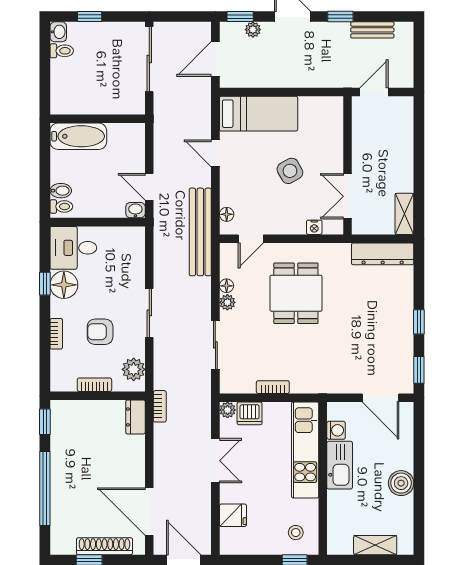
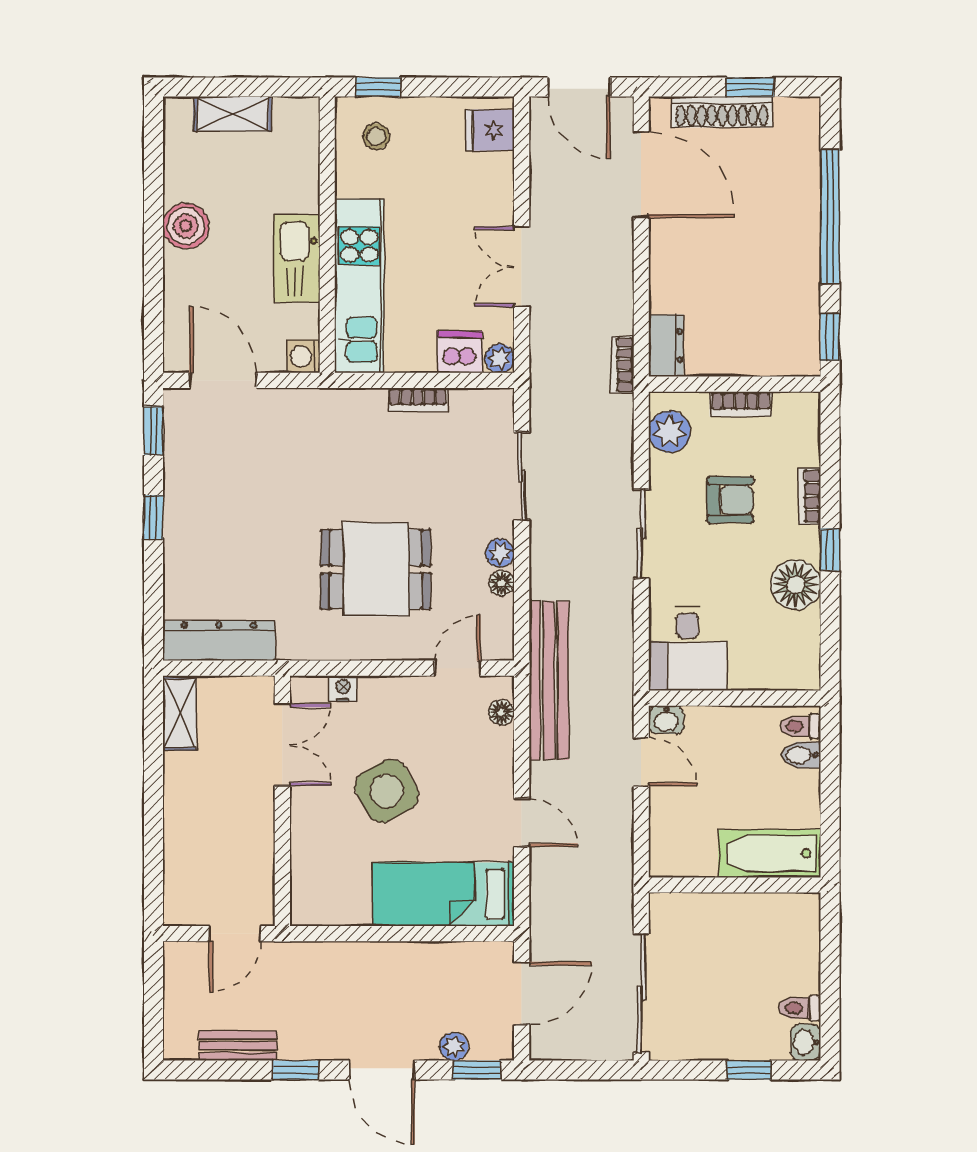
side table: (290, 171) -> (387, 791), width x1.37, depth x1.37
desk: (73, 248) -> (688, 649), moved, turned 90
window: (45, 284) -> (830, 550), moved
dining table: (296, 293) -> (376, 569), turned 90
washing machine: (336, 430) -> (303, 356), moved
fridge: (233, 515) -> (490, 130), moved

